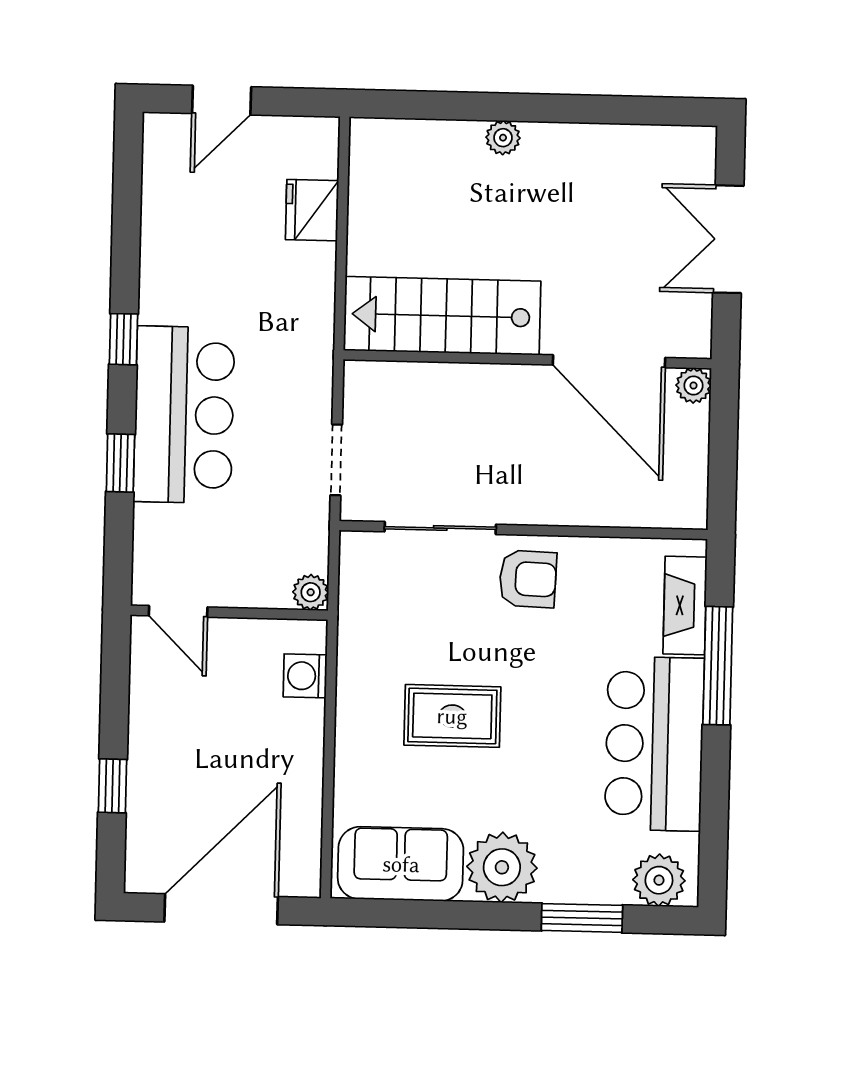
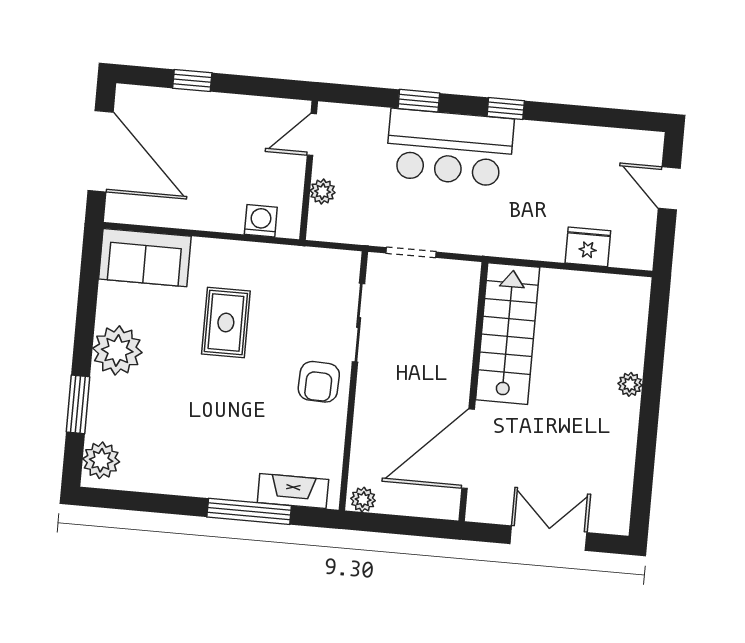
plant: (693, 386) -> (363, 500), moved
plant: (311, 592) -> (323, 191), moved
bar counter: (654, 744) -> (197, 463), removed
sofa: (401, 864) -> (145, 258), moved, turned 90

